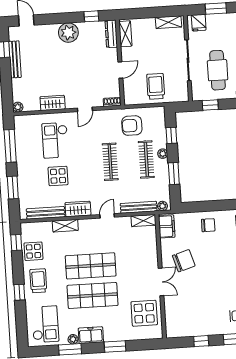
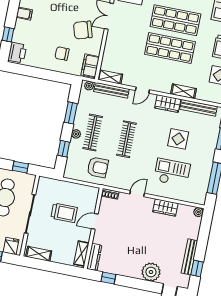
plant: (68, 33) -> (151, 272), moved
trolley: (156, 86) -> (64, 213), moved, turned -90
checkout: (55, 140) -> (172, 172), turned -90
chair: (208, 225) -> (62, 54), moved

